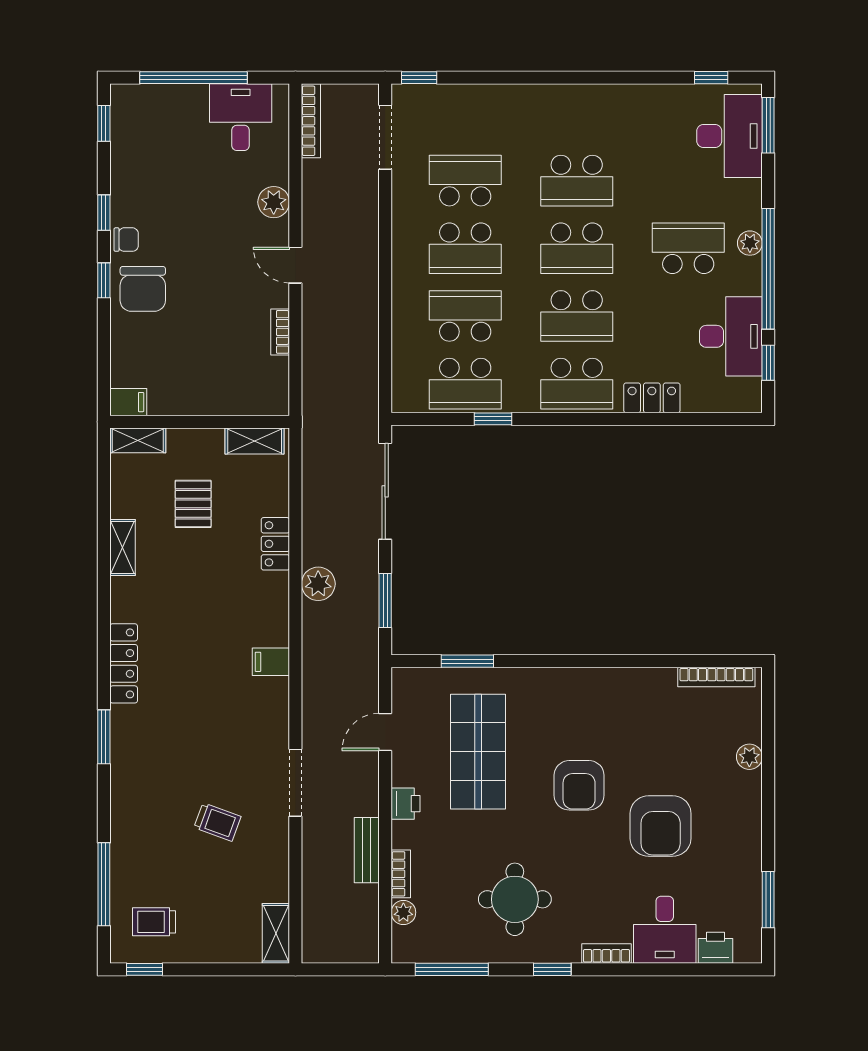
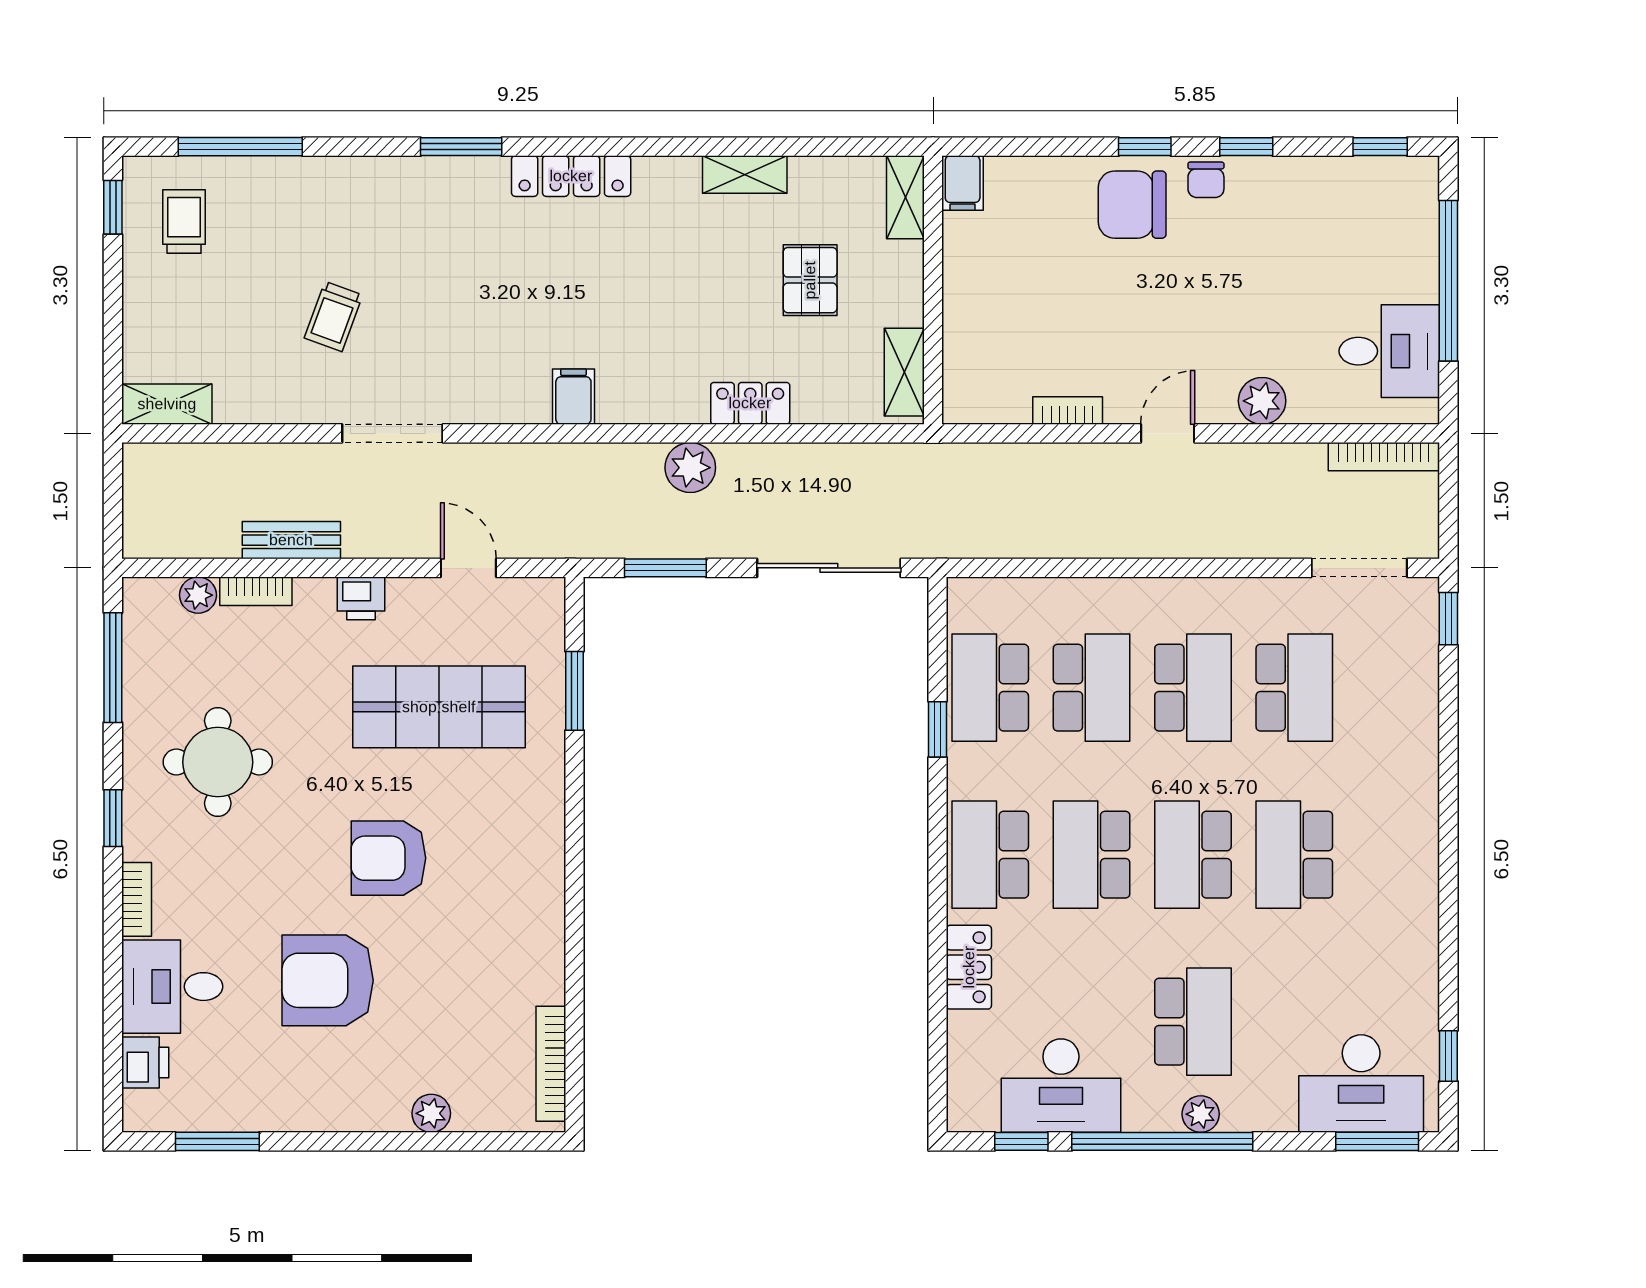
school desk: (465, 248) -> (1193, 688), turned 180
pallet: (193, 504) -> (810, 280), turned 90

